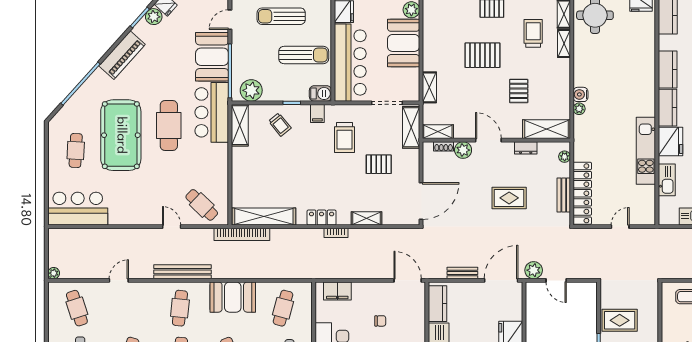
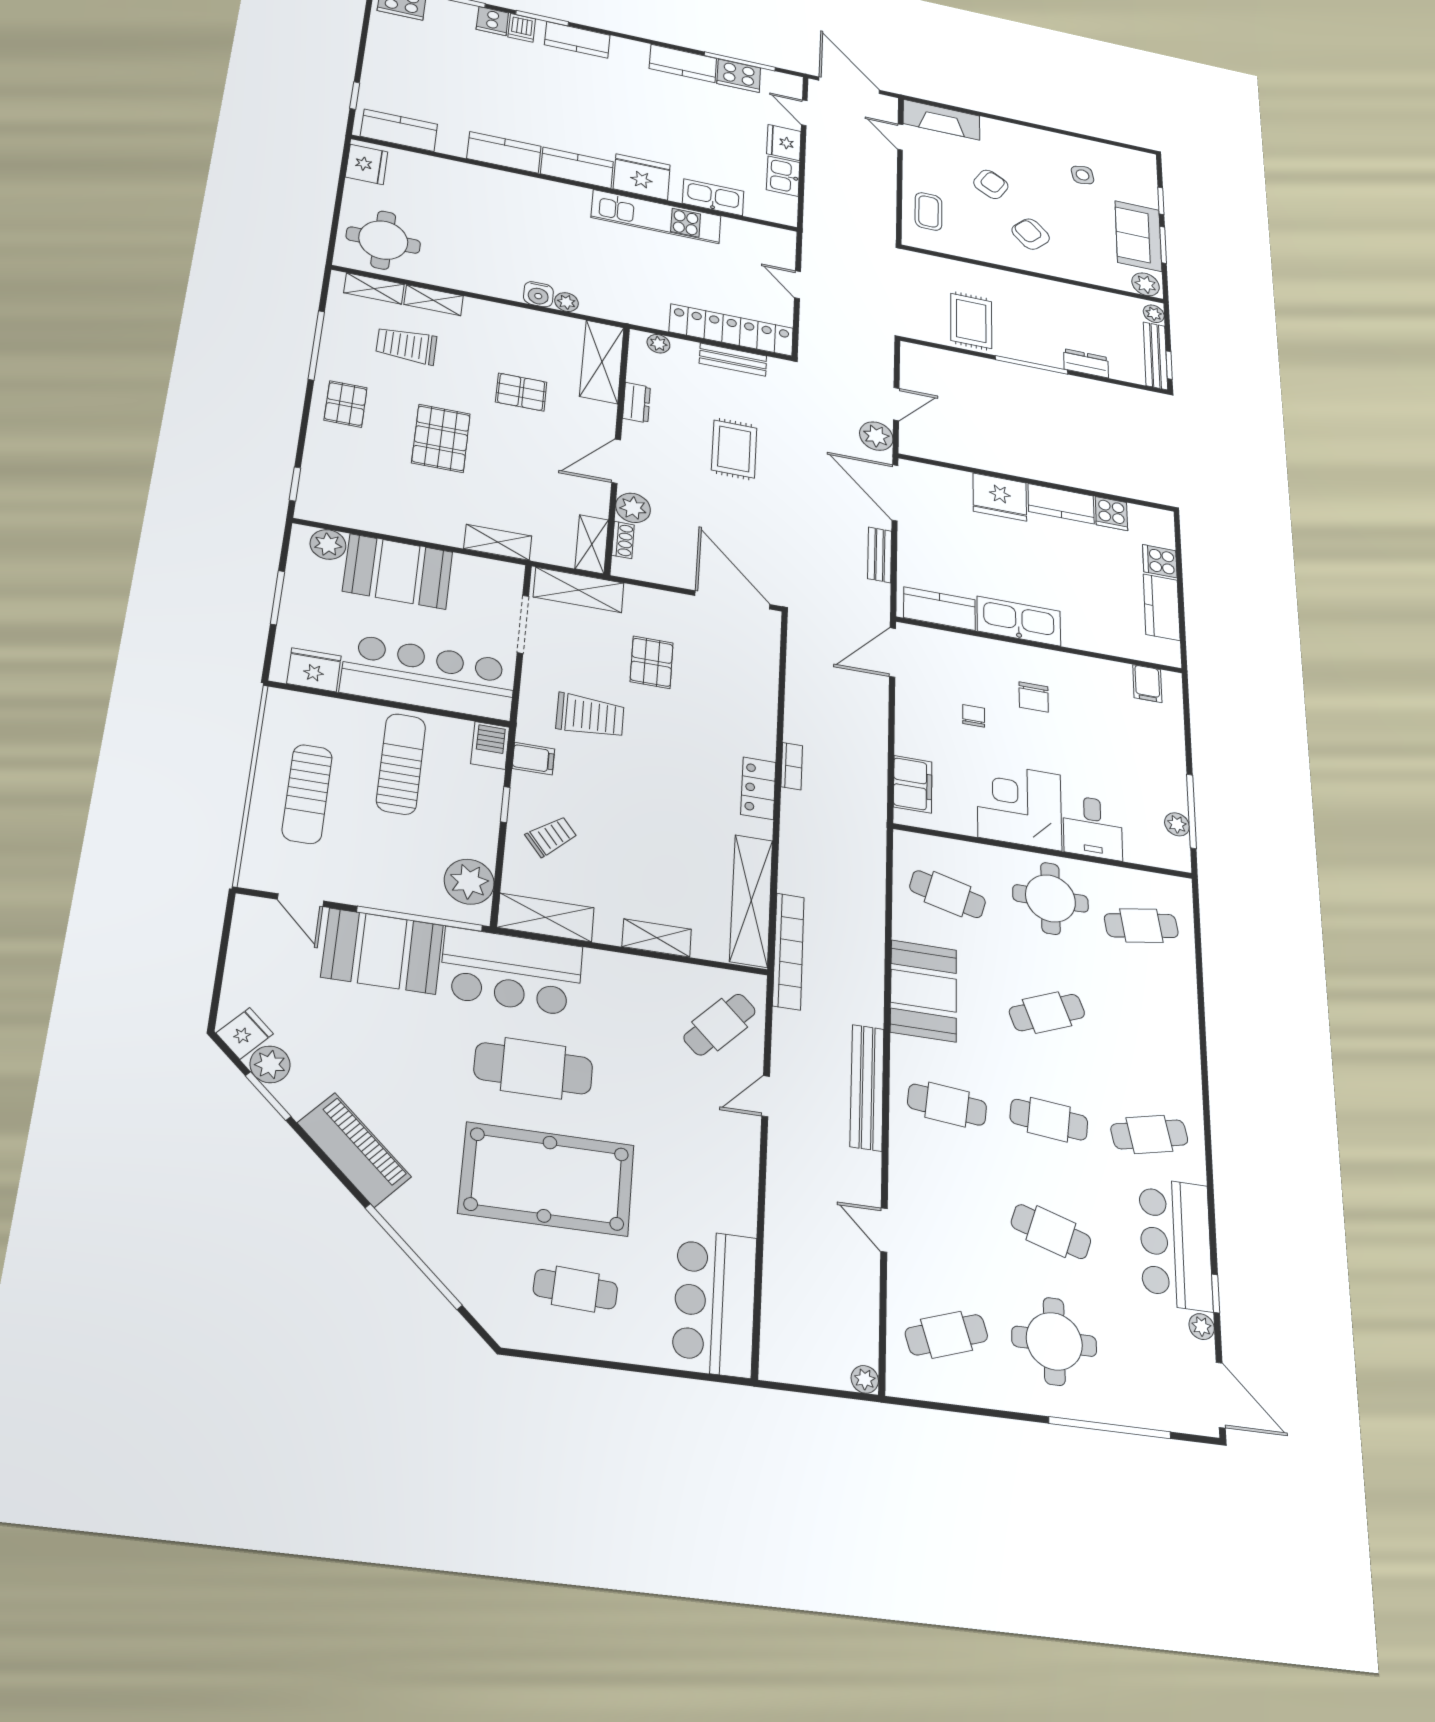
shelving: (367, 218) -> (657, 938), moved, turned 90

